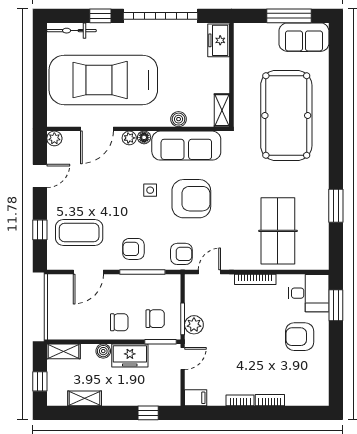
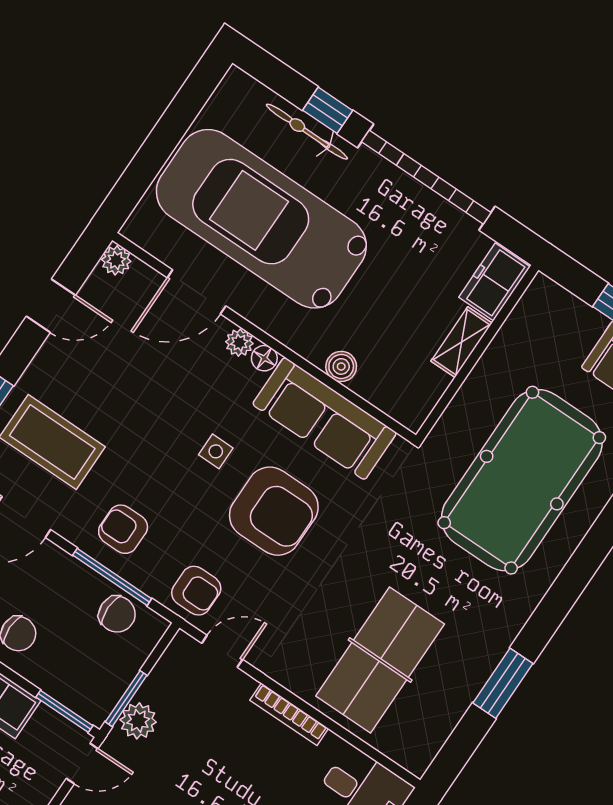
bicycle: (71, 31) -> (307, 132), moved
shelving: (222, 110) -> (461, 342), moved
chair: (155, 319) -> (117, 614), moved

